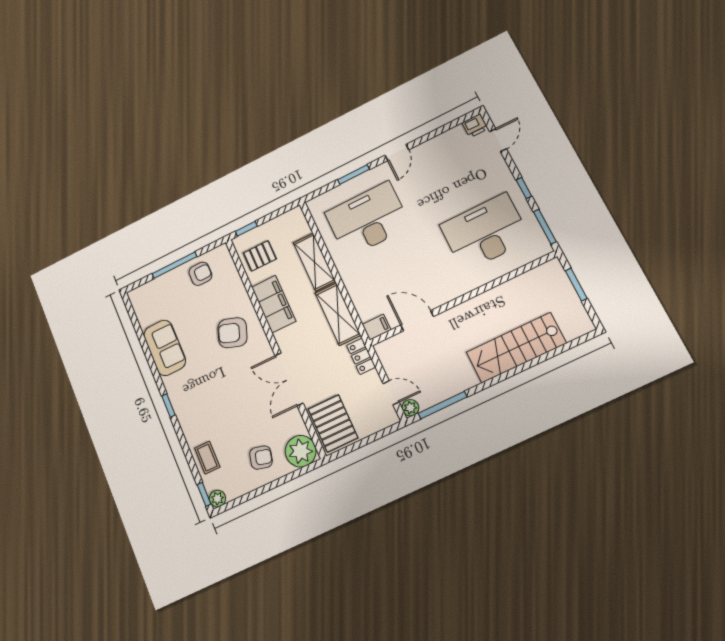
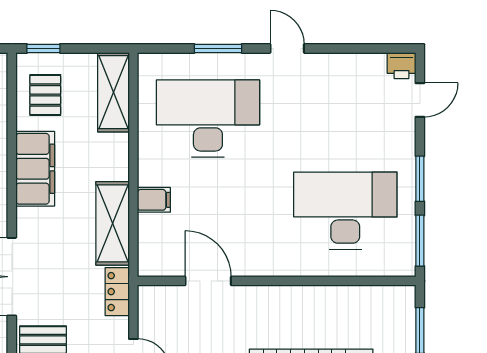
door: (397, 153) -> (287, 48), swing flipped
window: (524, 188) -> (420, 179), width x1.50
pallet: (260, 256) -> (45, 95), turned 90
shelving: (314, 262) -> (113, 92), moved
filing cabinet: (377, 327) -> (154, 200), moved

